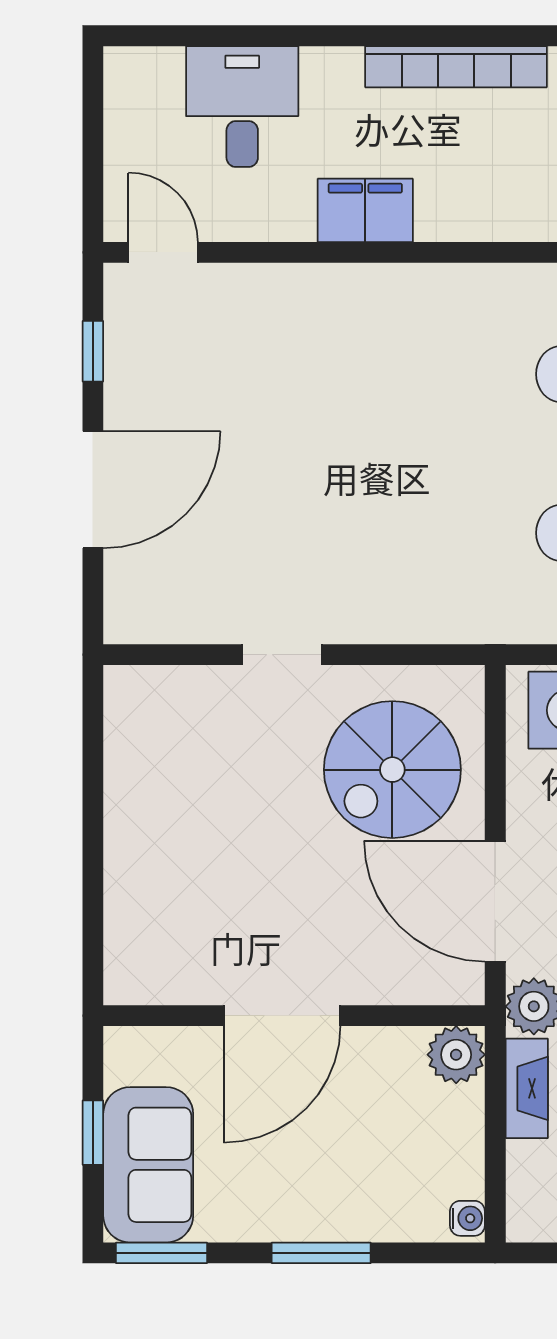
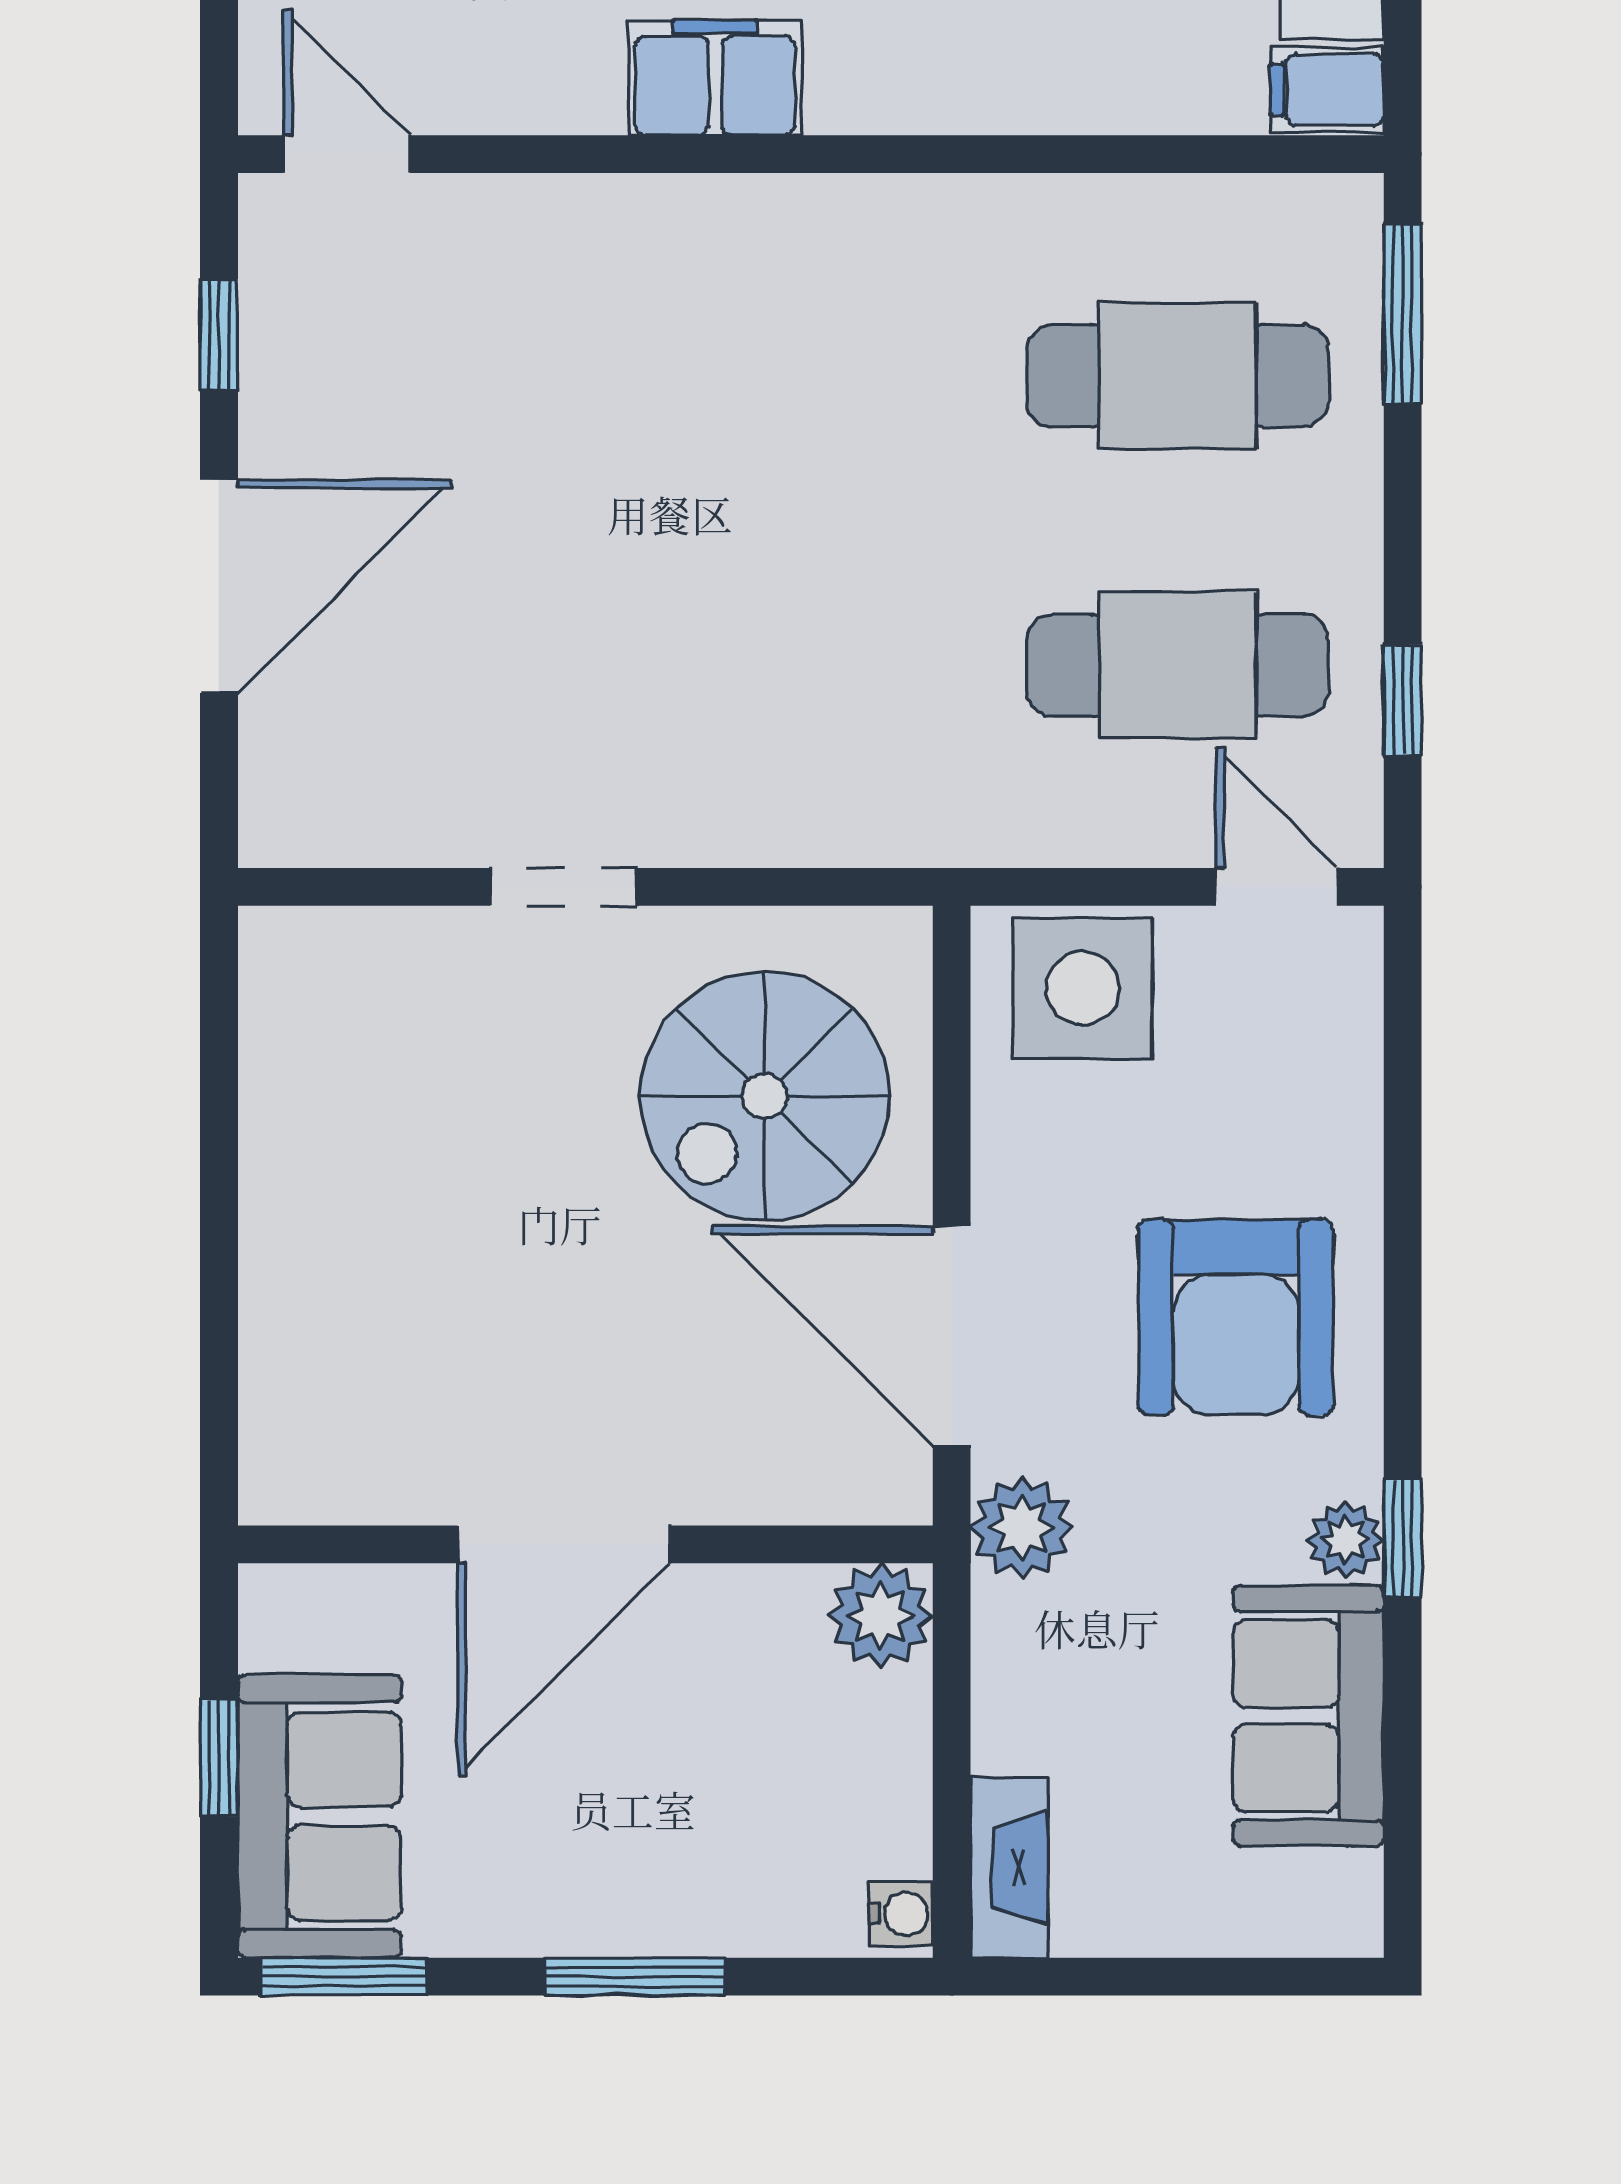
fireplace: (527, 1088) -> (1009, 1867), moved

